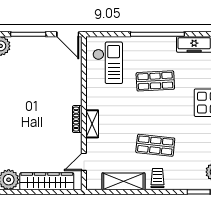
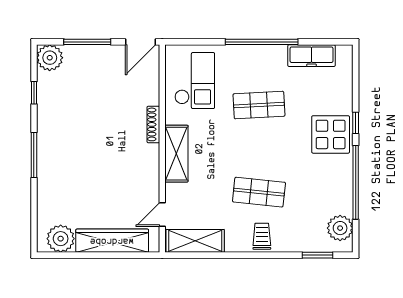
door: (68, 34) -> (141, 42), hinge flipped
shoe rack: (77, 119) -> (153, 124), moved
shelving: (92, 124) -> (176, 154), width x1.50, depth x1.33
shelving: (123, 181) -> (195, 241), moved

